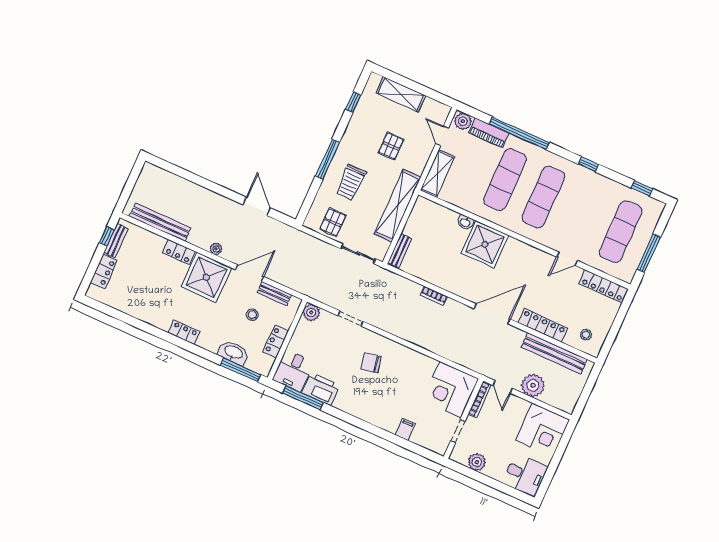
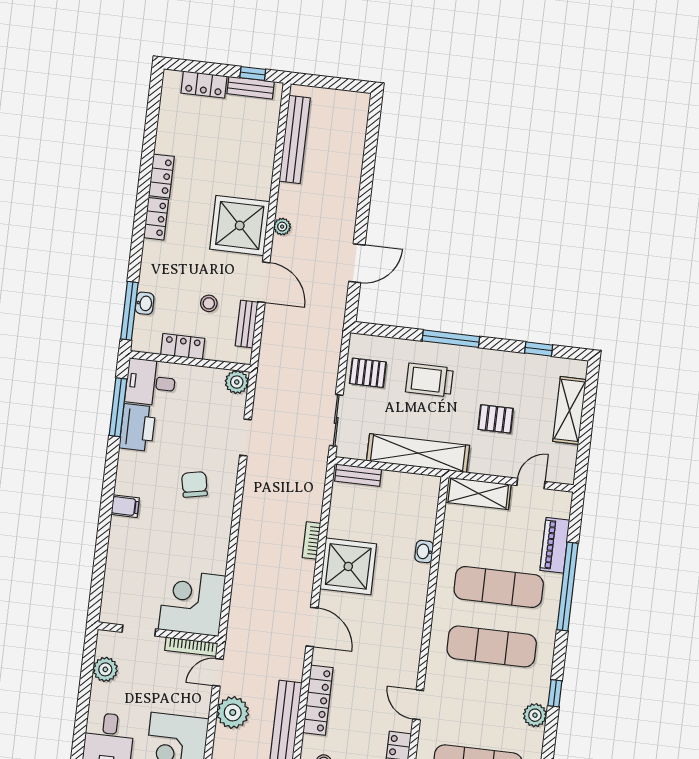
plant: (463, 121) -> (535, 715), moved
shower: (485, 244) -> (348, 566), moved
locker: (179, 252) -> (161, 176), moved, turned 180
door: (492, 314) -> (312, 627), width x0.73
washbasin: (233, 353) -> (145, 303), width x0.52, depth x0.69
filing cabinet: (405, 429) -> (125, 506), moved

